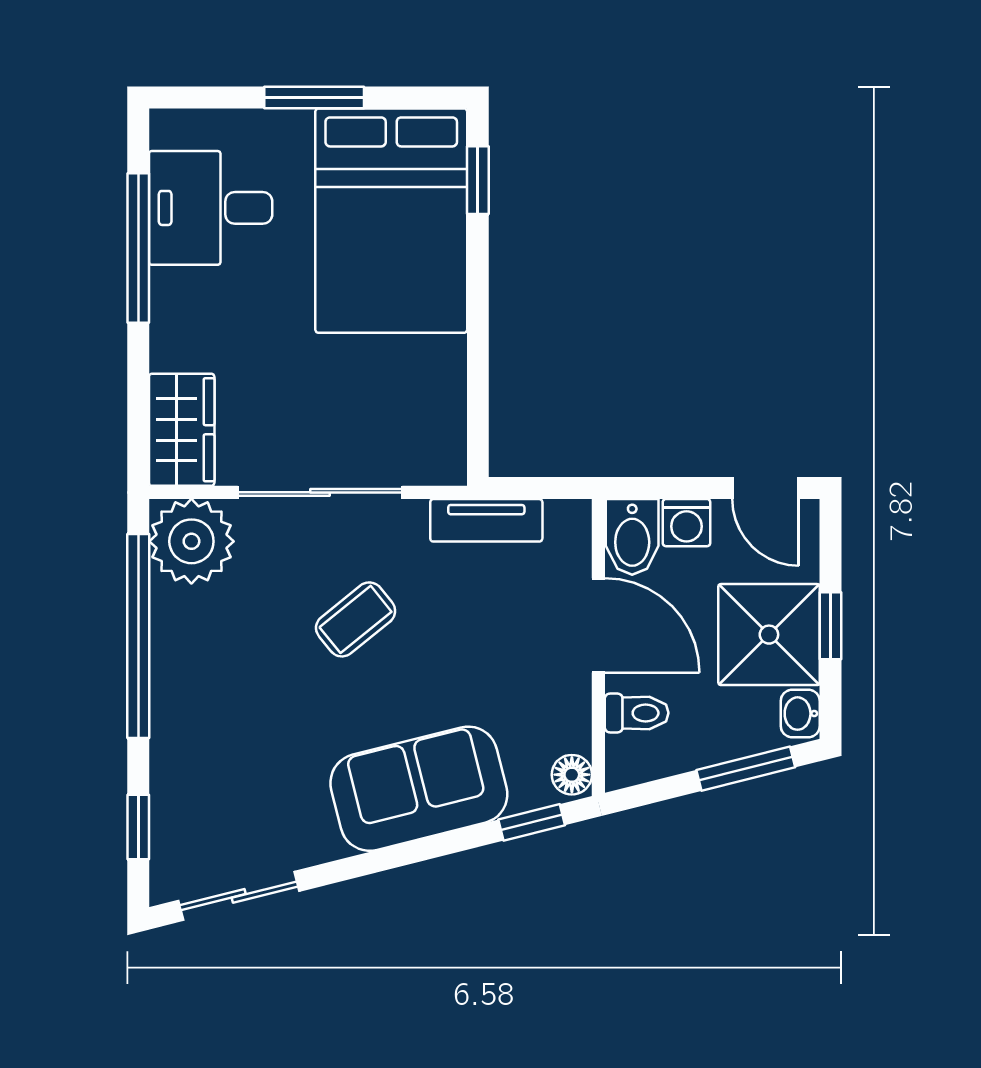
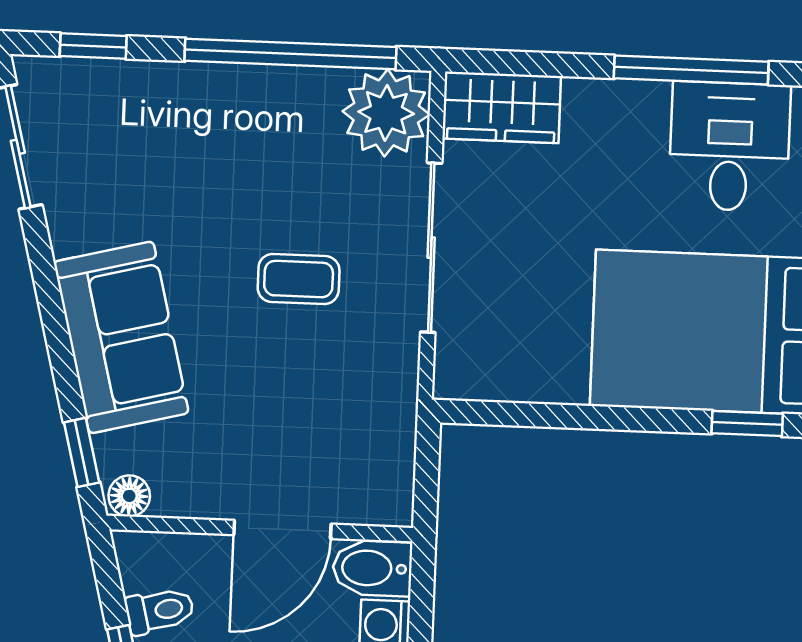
tv unit: (486, 520) -> (396, 418), removed
coffee table: (356, 619) -> (299, 279), turned -51
toilet: (637, 713) -> (160, 611), moved, turned -104

